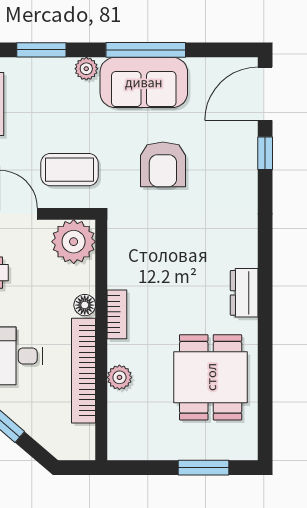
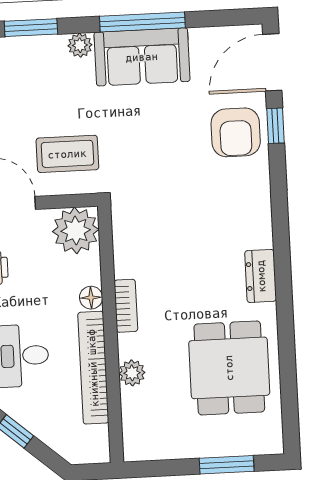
armchair: (163, 164) -> (236, 132), moved

